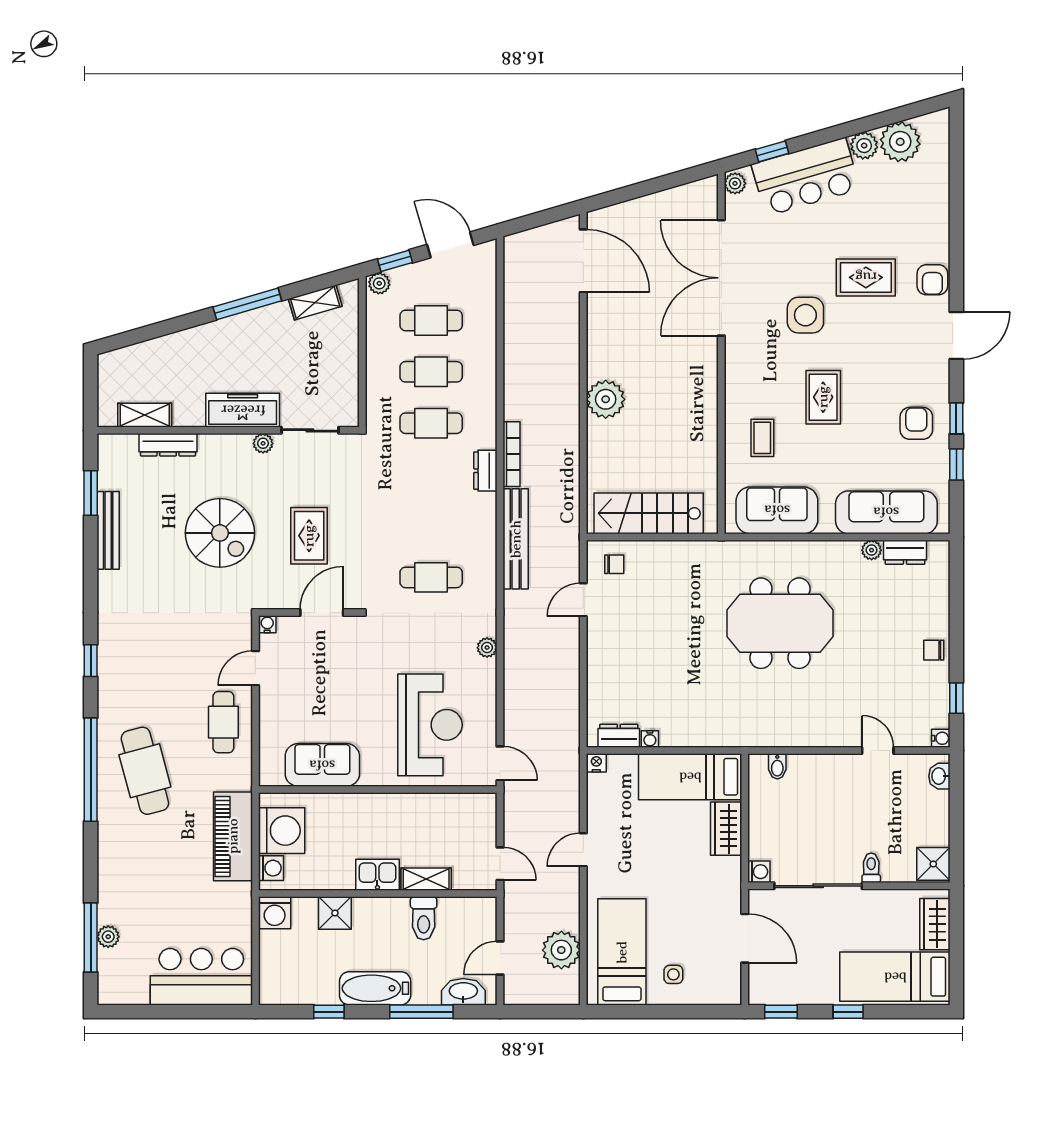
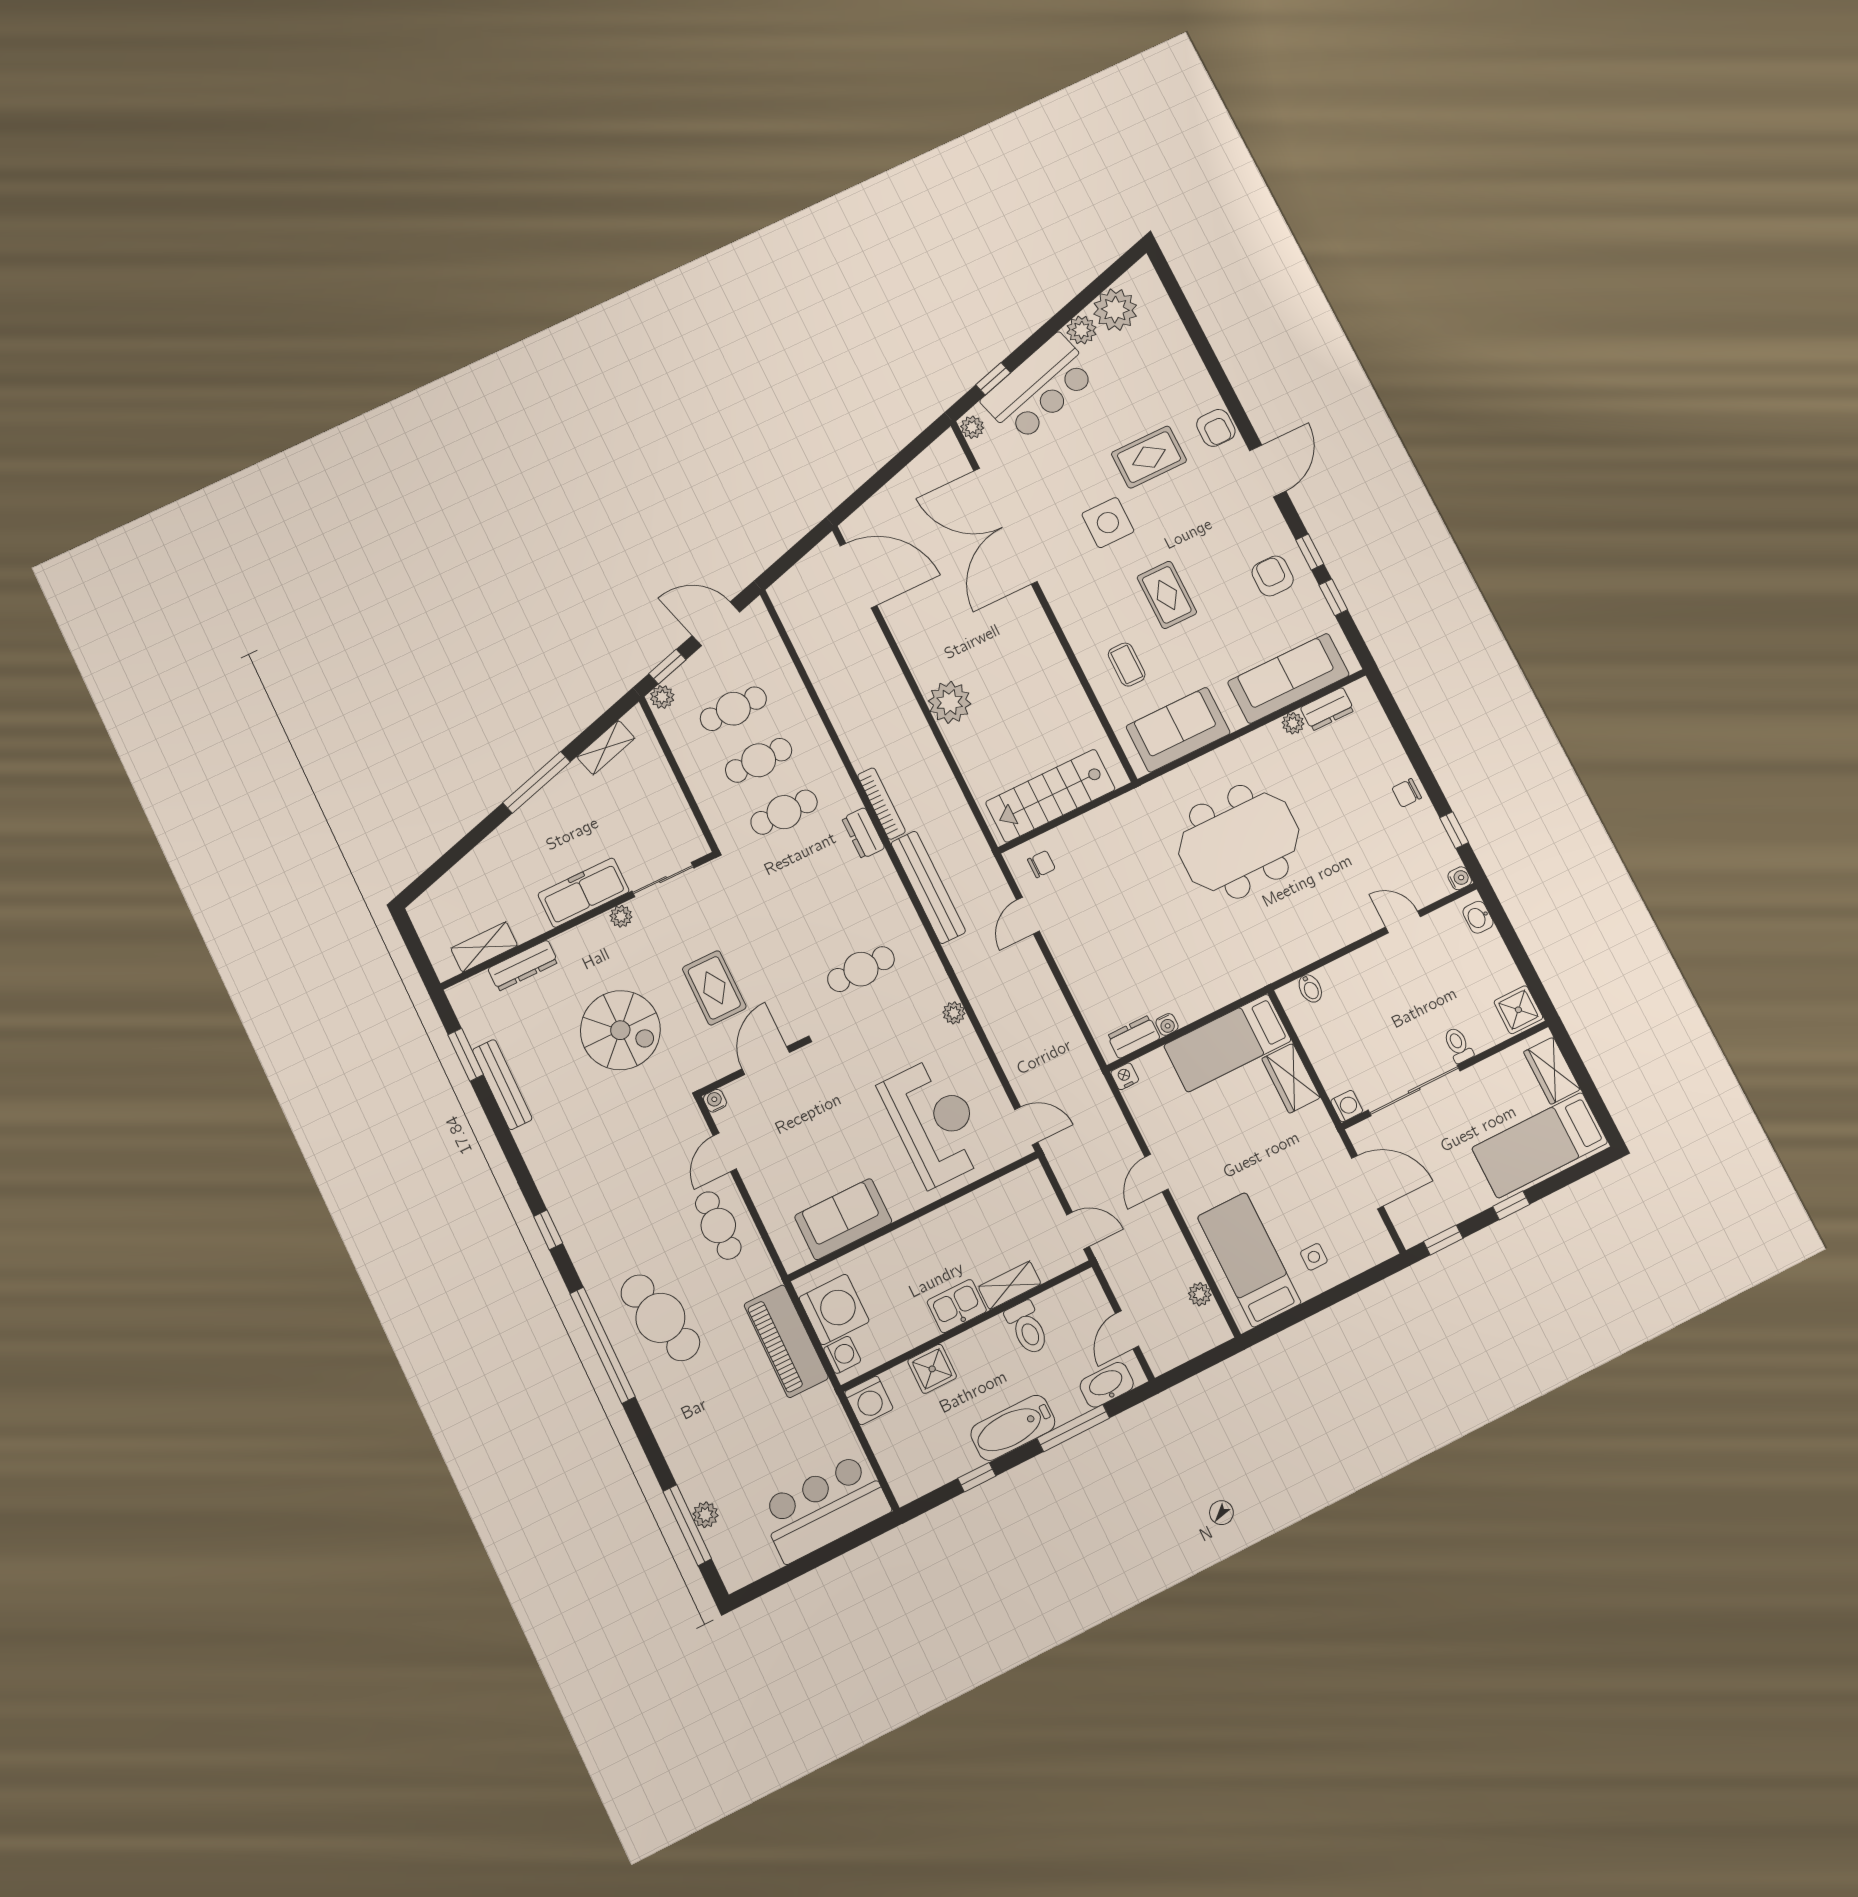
plant: (561, 950) -> (1200, 1294), width x0.53, depth x0.53

